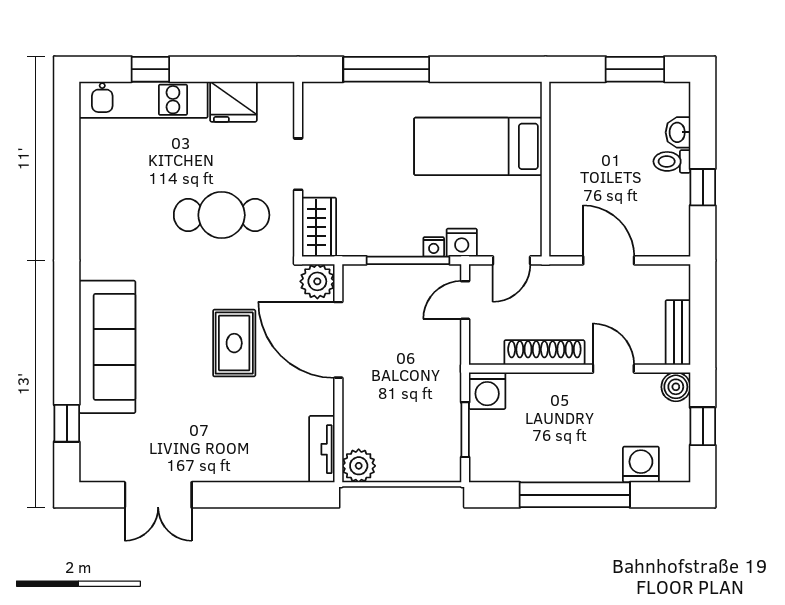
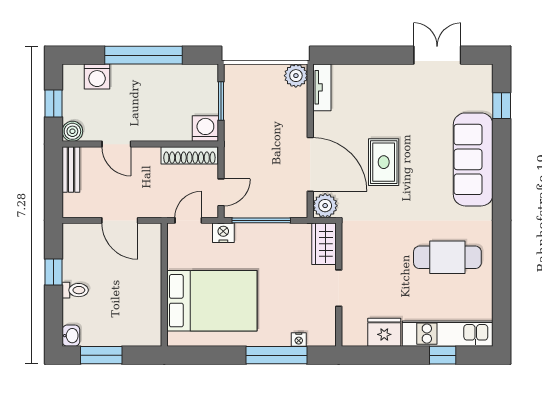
washbasin: (678, 132) -> (71, 336), moved
bed: (478, 146) -> (212, 301), width x1.50
cafe table: (222, 215) -> (447, 257), moved
nightstand: (434, 247) -> (299, 339), moved, turned 180
shoe rack: (544, 353) -> (189, 155), moved

